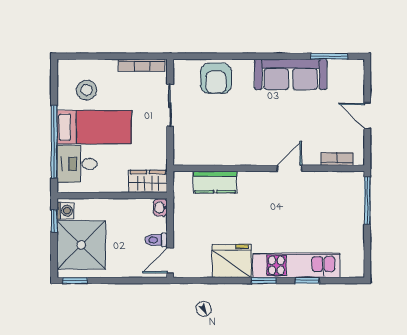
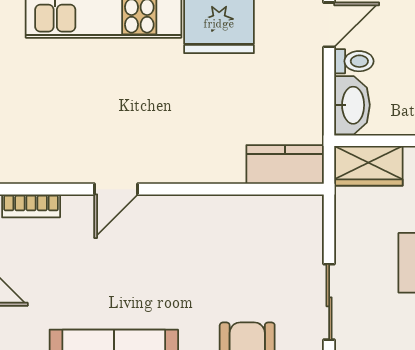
kitchen counter: (215, 182) -> (285, 165), moved
washbasin: (160, 208) -> (352, 105), width x1.91, depth x1.45

